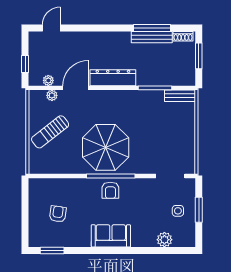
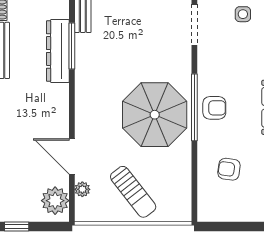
window: (25, 64) -> (17, 226), moved
dresser: (113, 78) -> (58, 51), moved
plant: (48, 80) -> (55, 201), width x1.88, depth x1.88
armchair: (58, 214) -> (229, 169), moved

